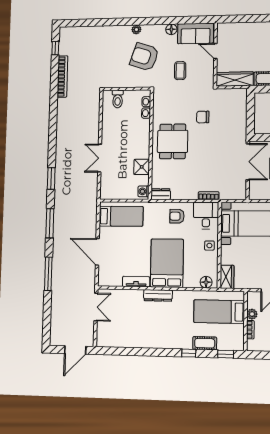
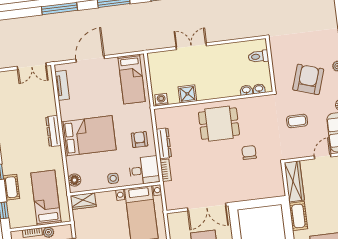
dresser: (161, 194) -> (164, 143), moved, width x1.44
tv unit: (136, 282) -> (62, 85), moved

